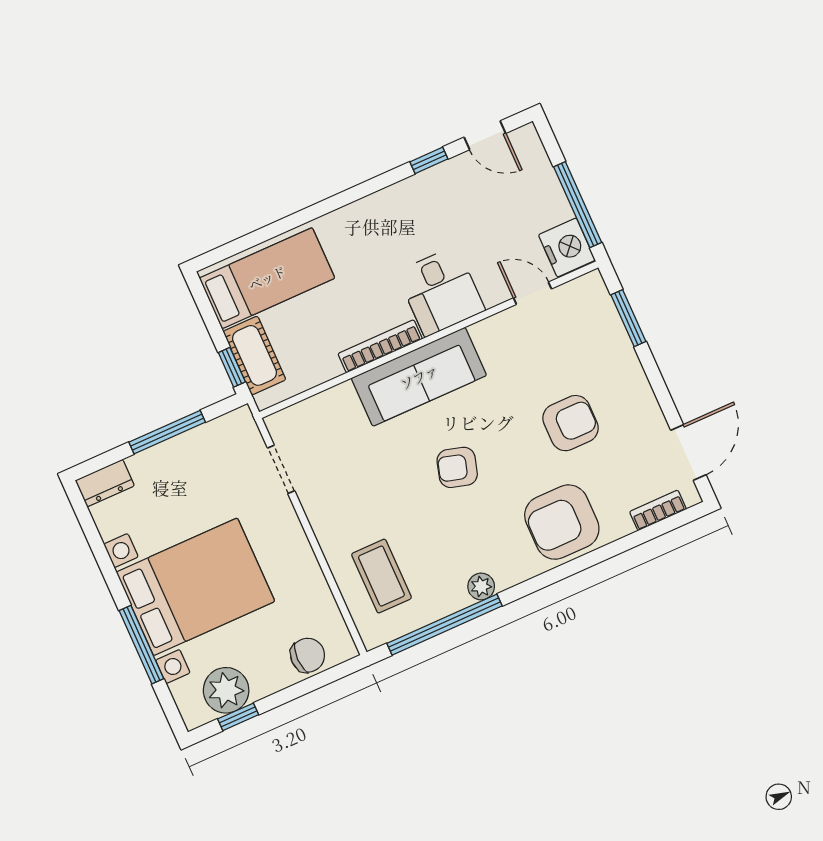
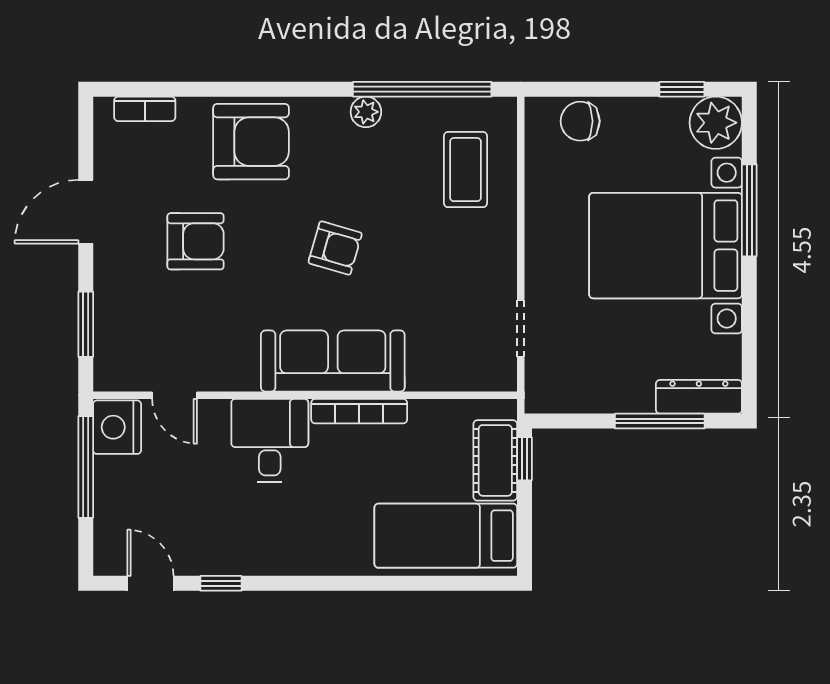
armchair: (571, 423) -> (196, 241), turned 180
window: (167, 432) -> (660, 421), moved
door: (688, 452) -> (86, 212), moved
dresser: (105, 483) -> (699, 397), width x1.44
plant: (226, 690) -> (716, 123), moved

